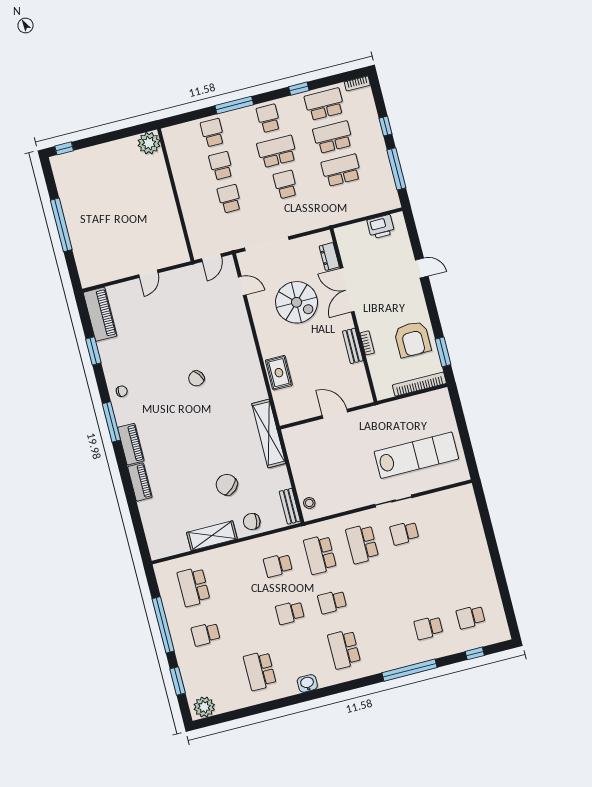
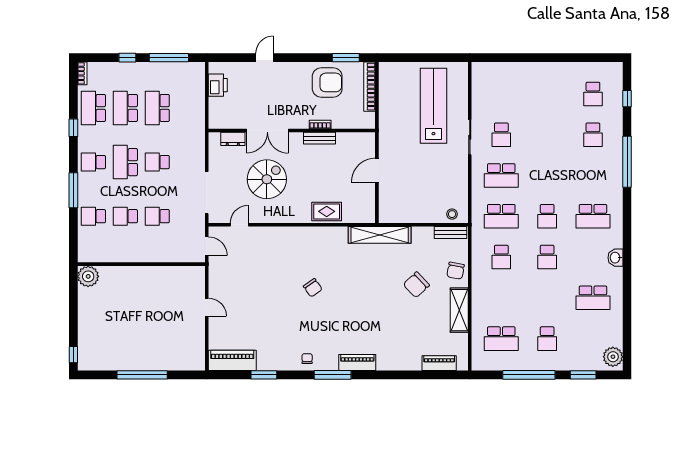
piano: (140, 482) -> (439, 363), moved

